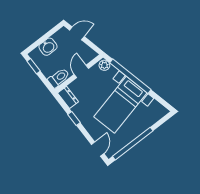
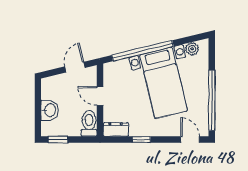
door: (77, 33) -> (75, 67), moved
plant: (104, 65) -> (192, 49), moved

